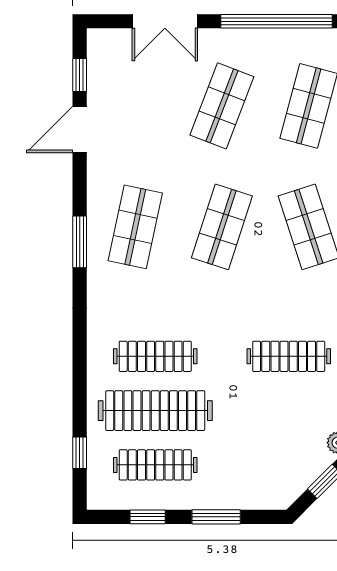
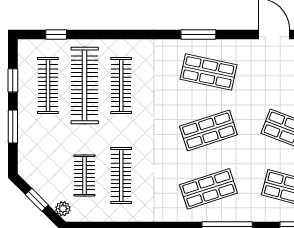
shop shelf: (222, 227) -> (208, 130), turned -36
clothes rail: (289, 411) -> (85, 175), added

